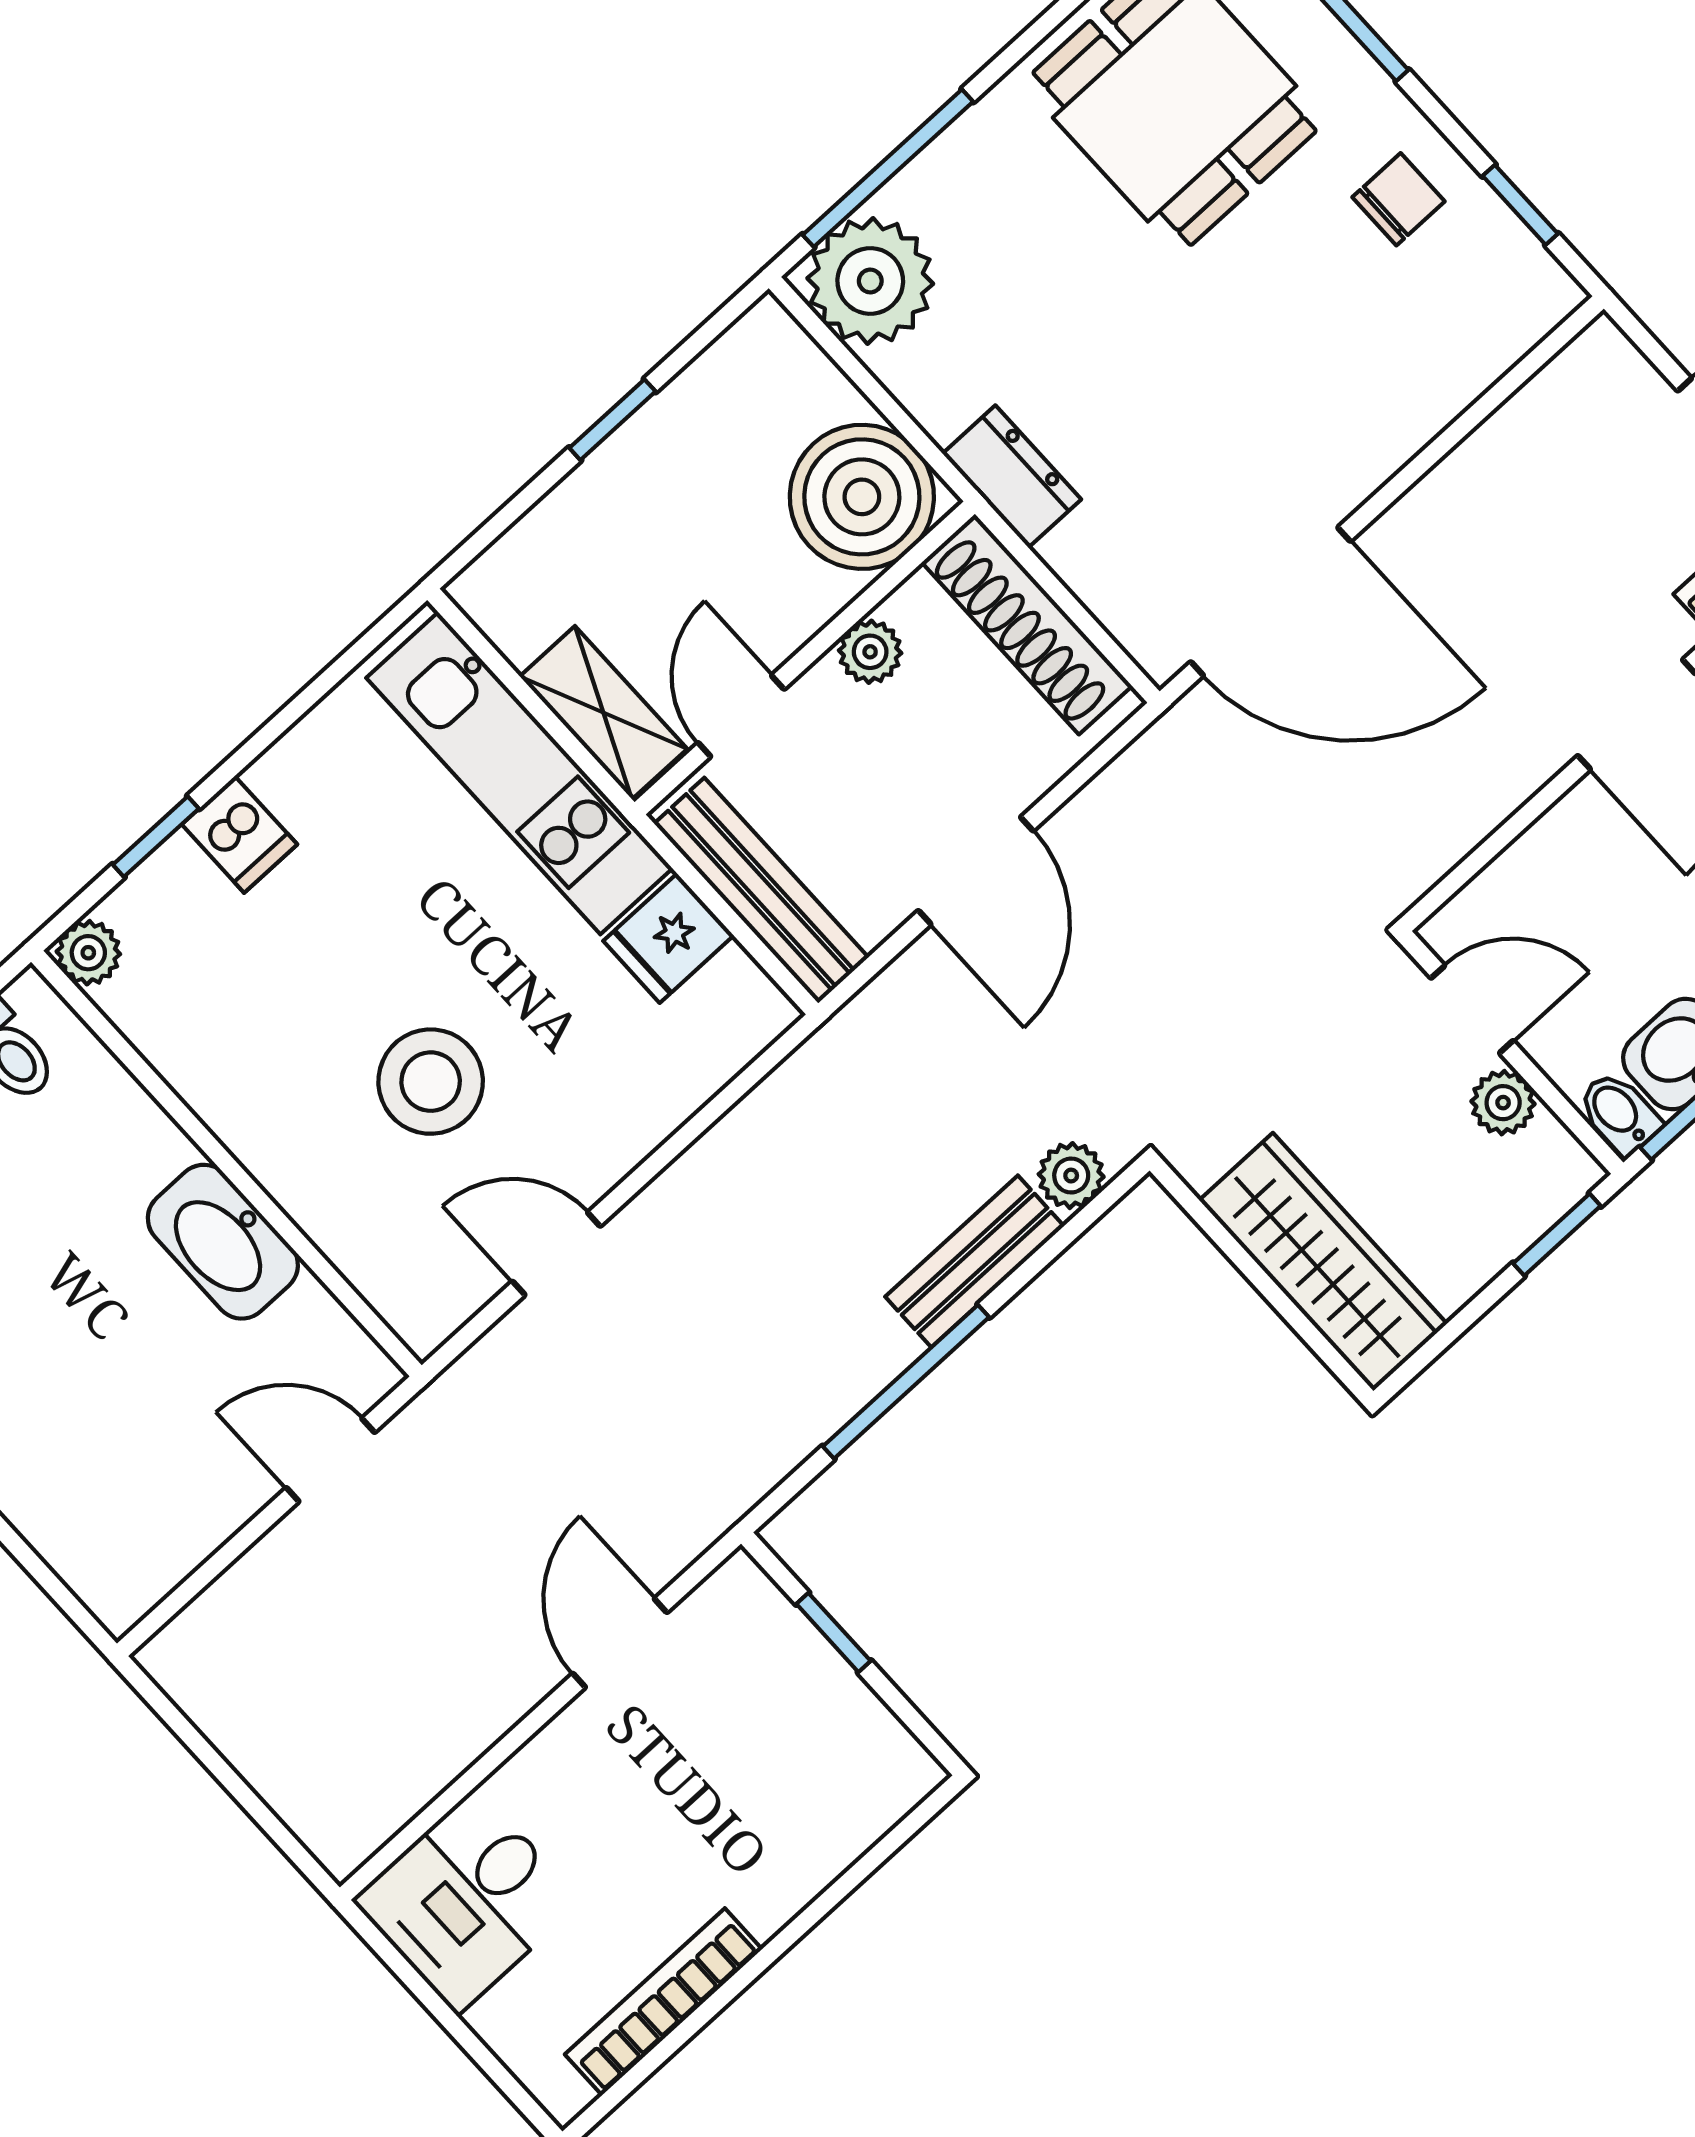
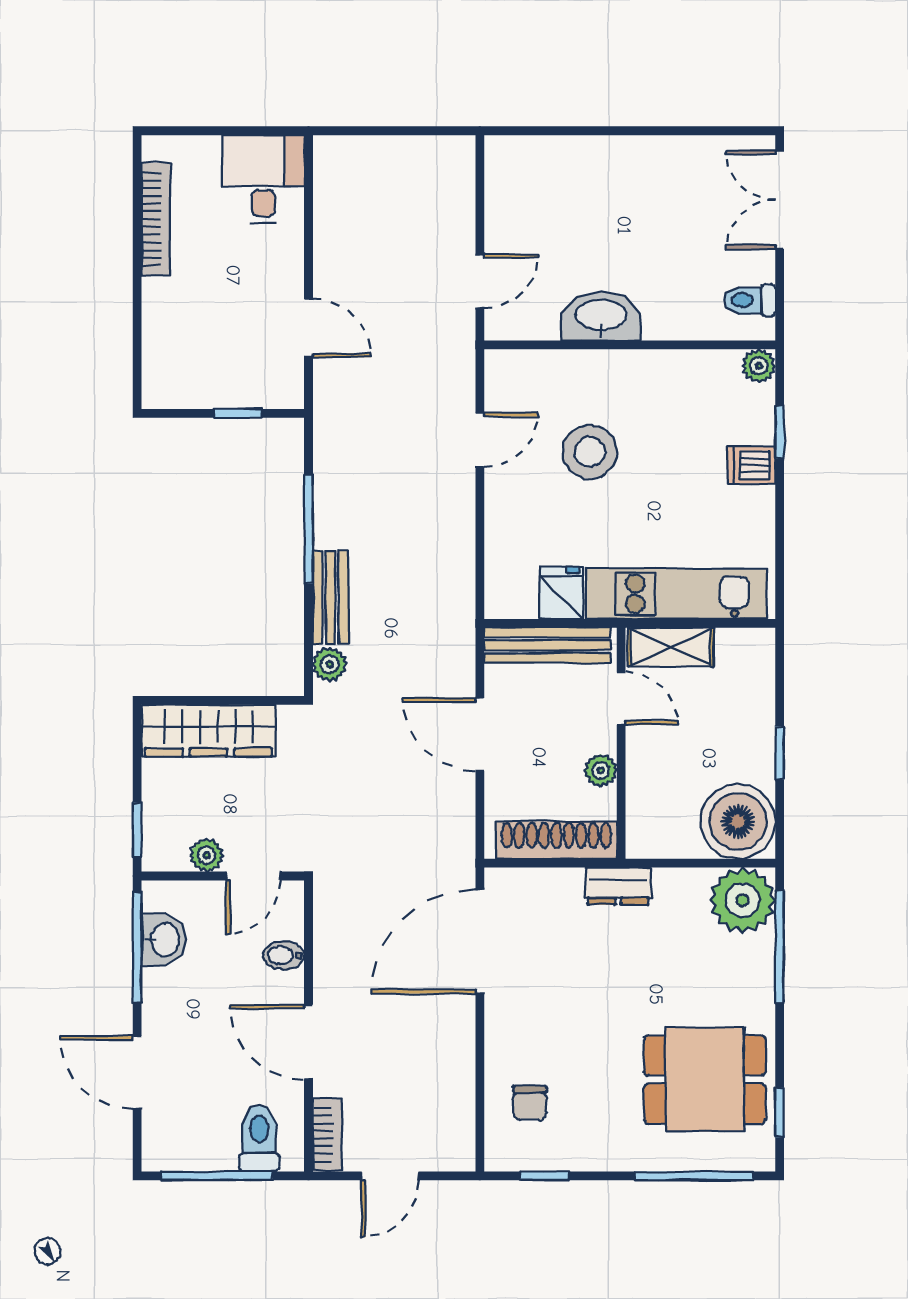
chair: (1398, 199) -> (530, 1103), moved
boiler: (862, 497) -> (738, 821), moved
bidet: (1619, 1113) -> (284, 955), moved, turned 180

